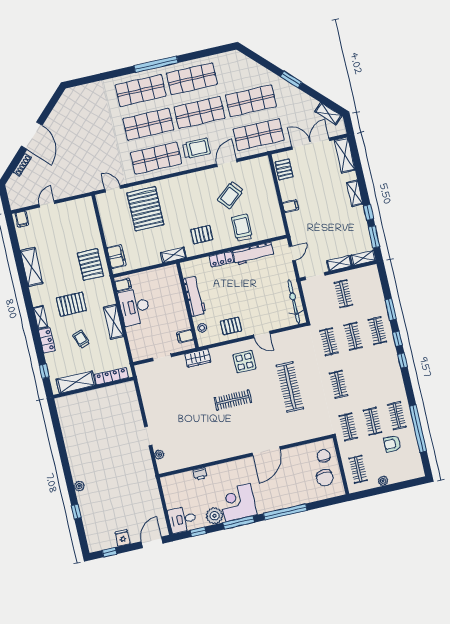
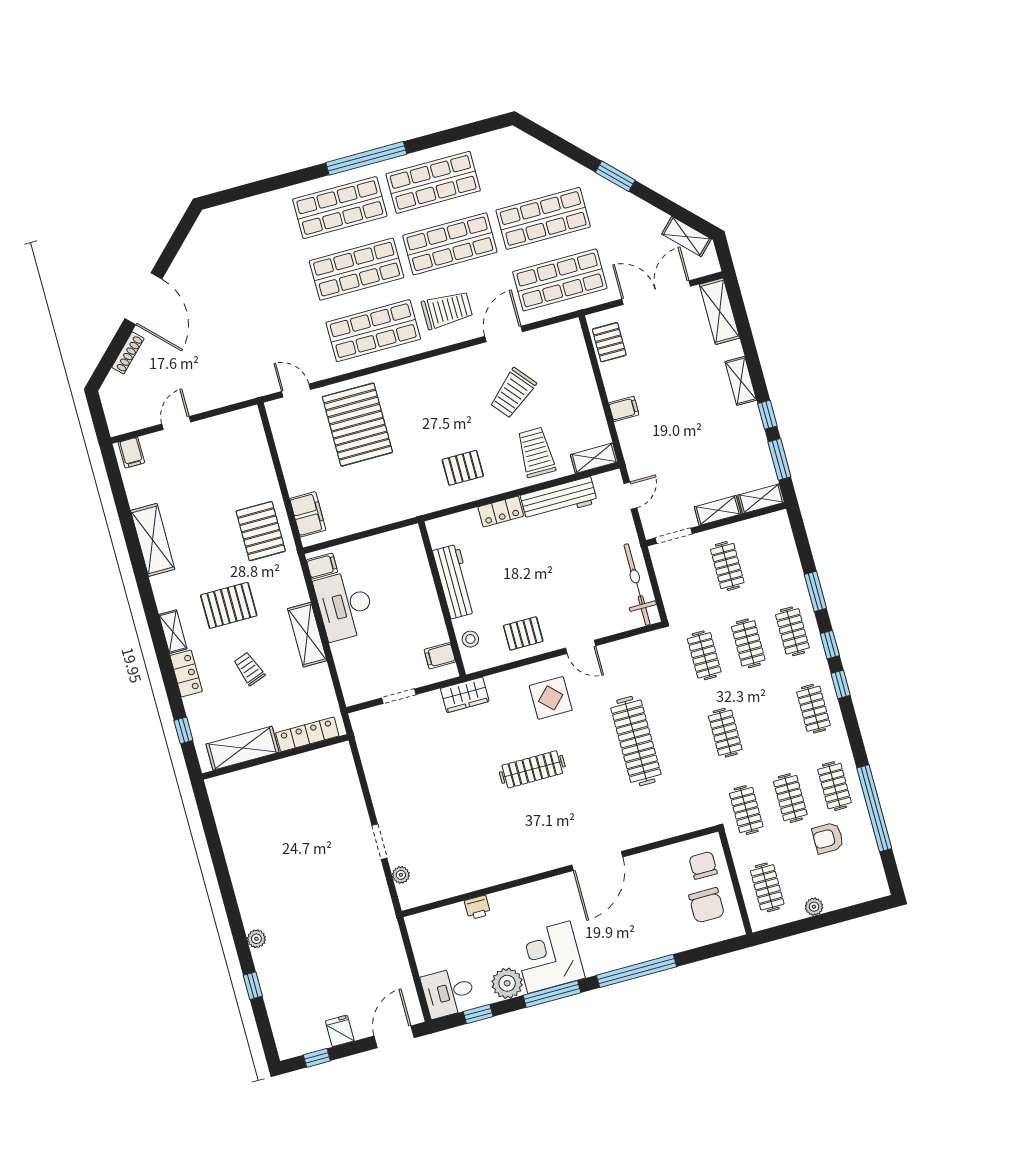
shelving: (173, 255) -> (594, 458), moved
clothes rail: (387, 373) -> (813, 709), added

